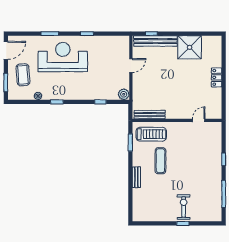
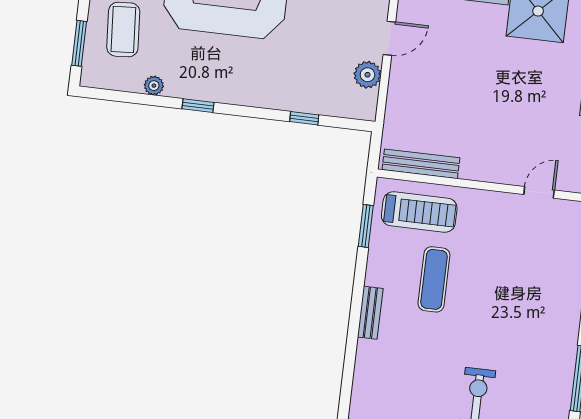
plant: (124, 94) -> (367, 75), moved

